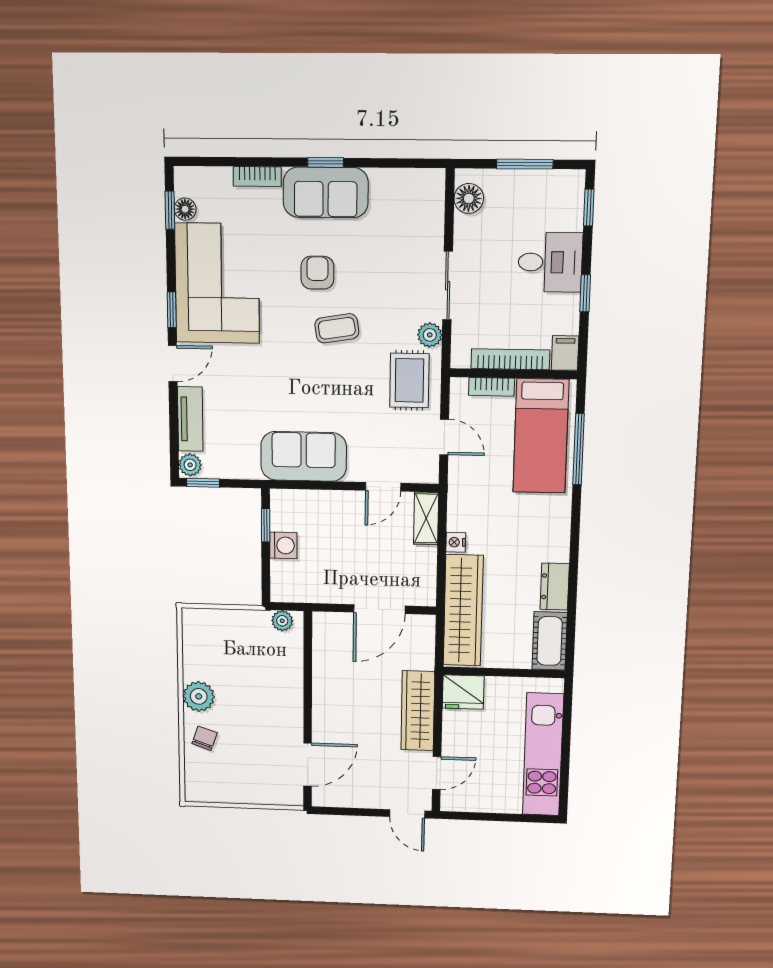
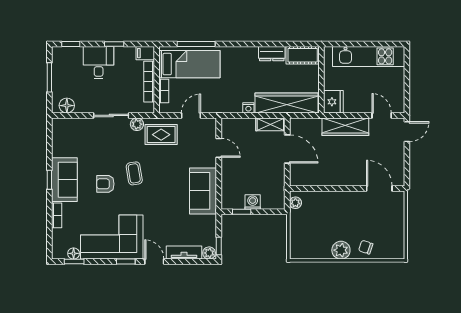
shelving: (426, 518) -> (270, 124), moved

